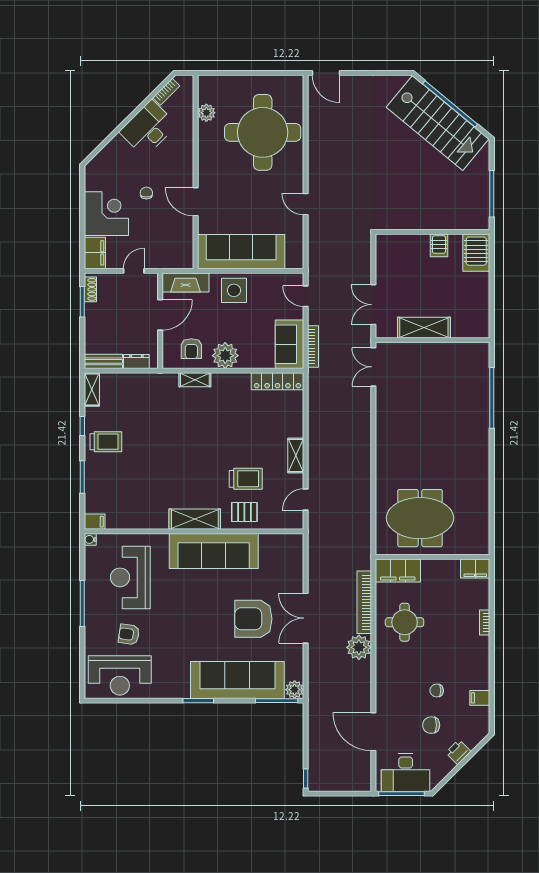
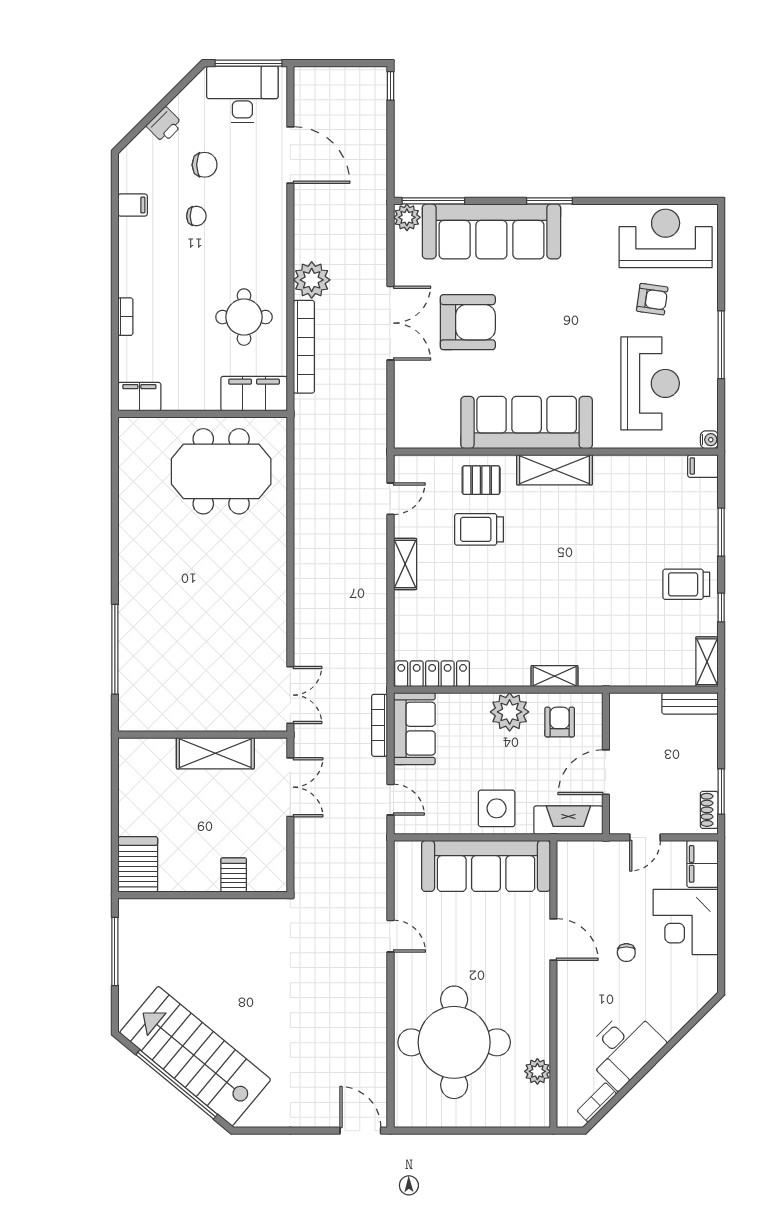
server rack: (439, 245) -> (234, 875), moved
dresser: (136, 361) -> (641, 703), removed

